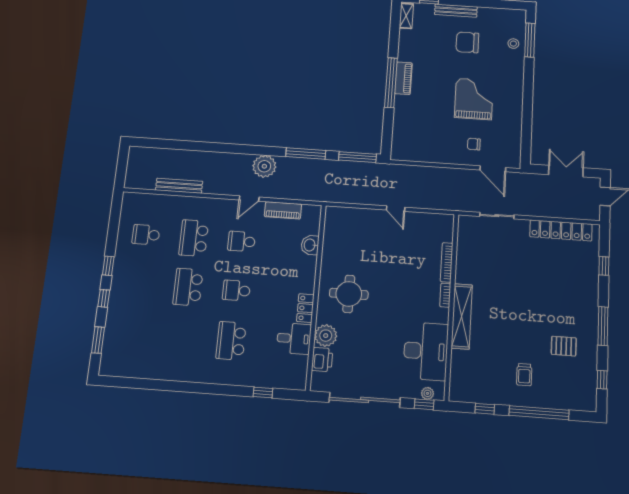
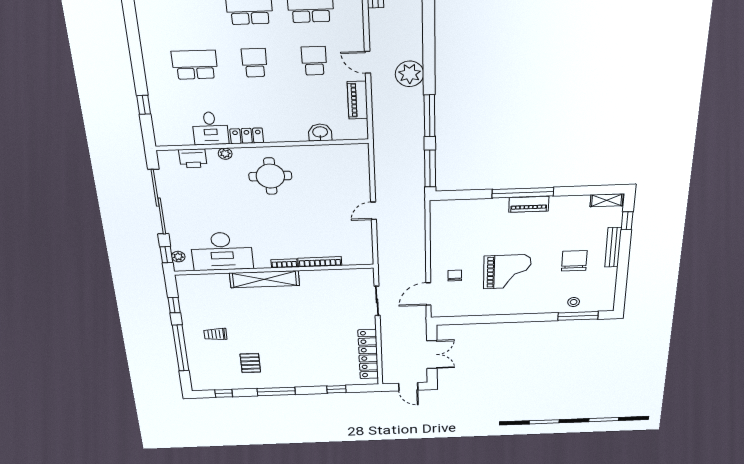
plant: (326, 336) -> (225, 154), width x0.53, depth x0.53

